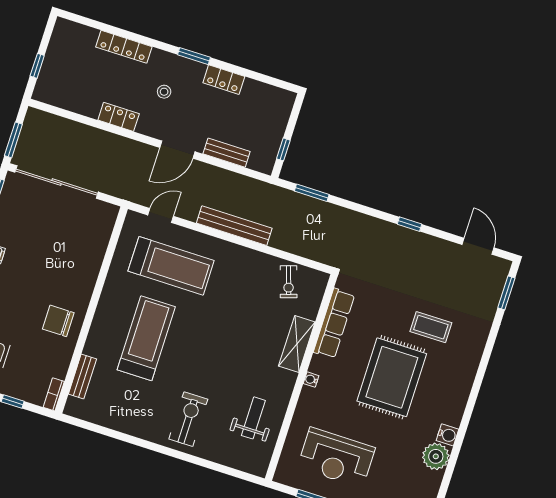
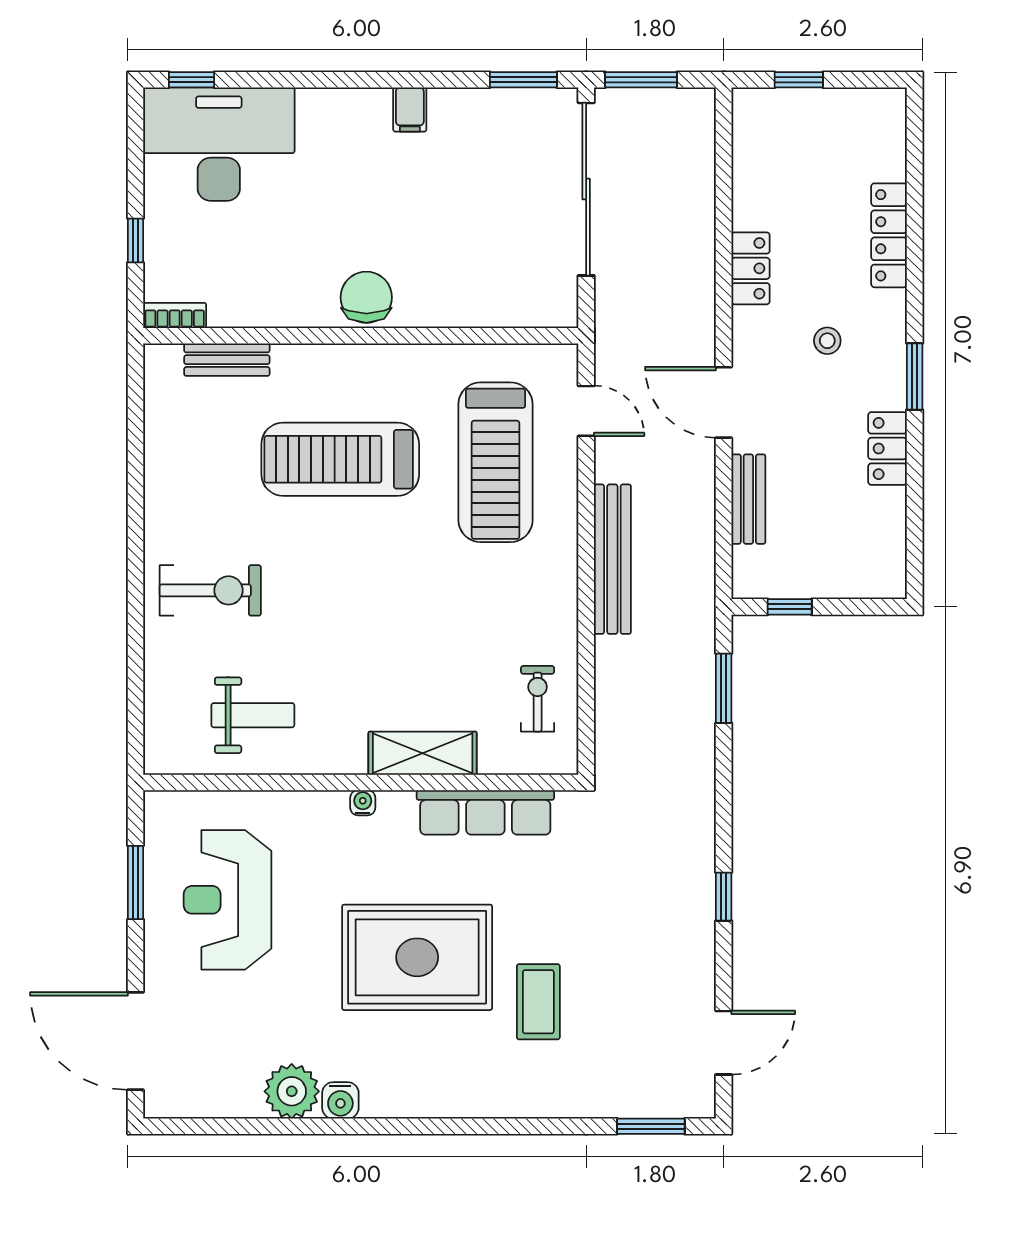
exercise bike: (289, 282) -> (538, 699), turned 108
chair: (58, 321) -> (366, 297), moved
treadmill: (146, 338) -> (340, 459), turned 180

